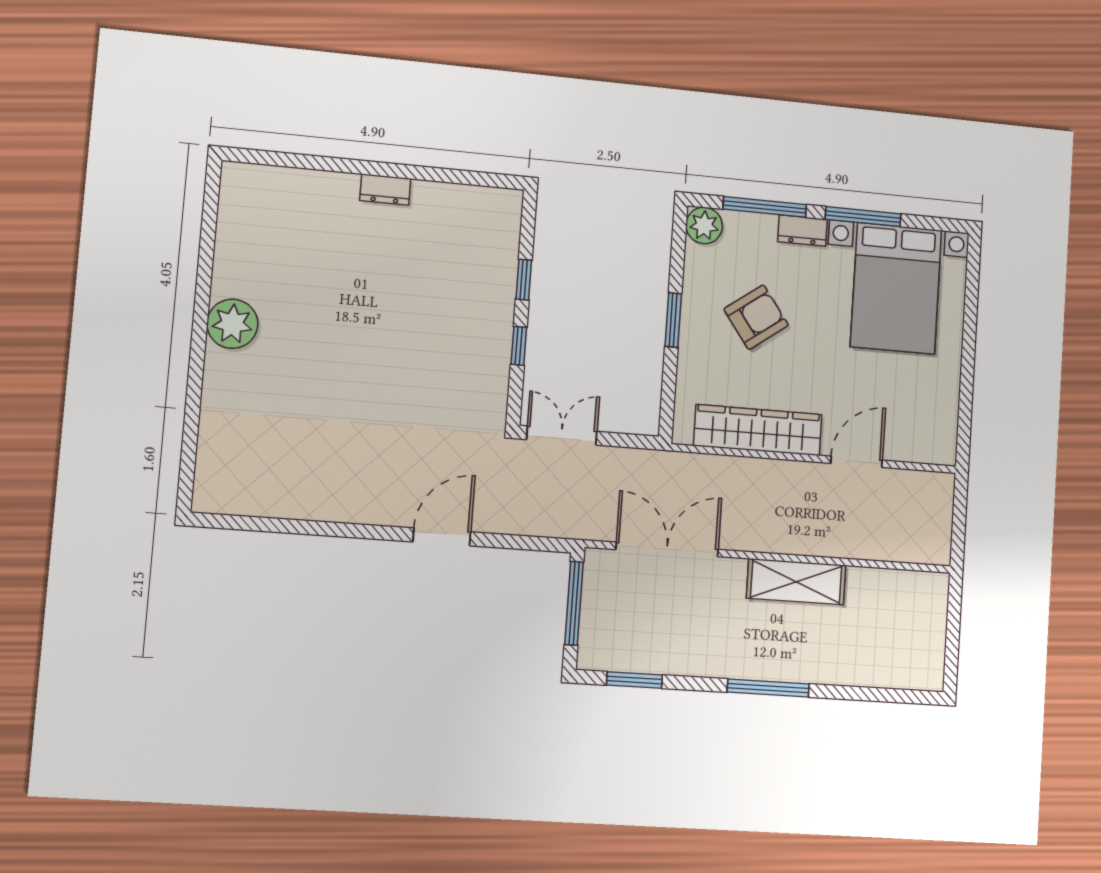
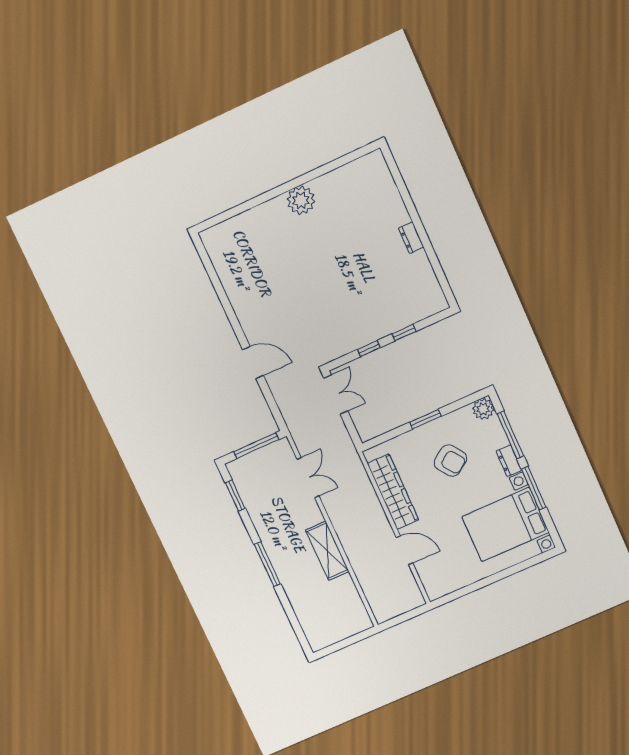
double door: (667, 549) -> (308, 478), width x0.73

